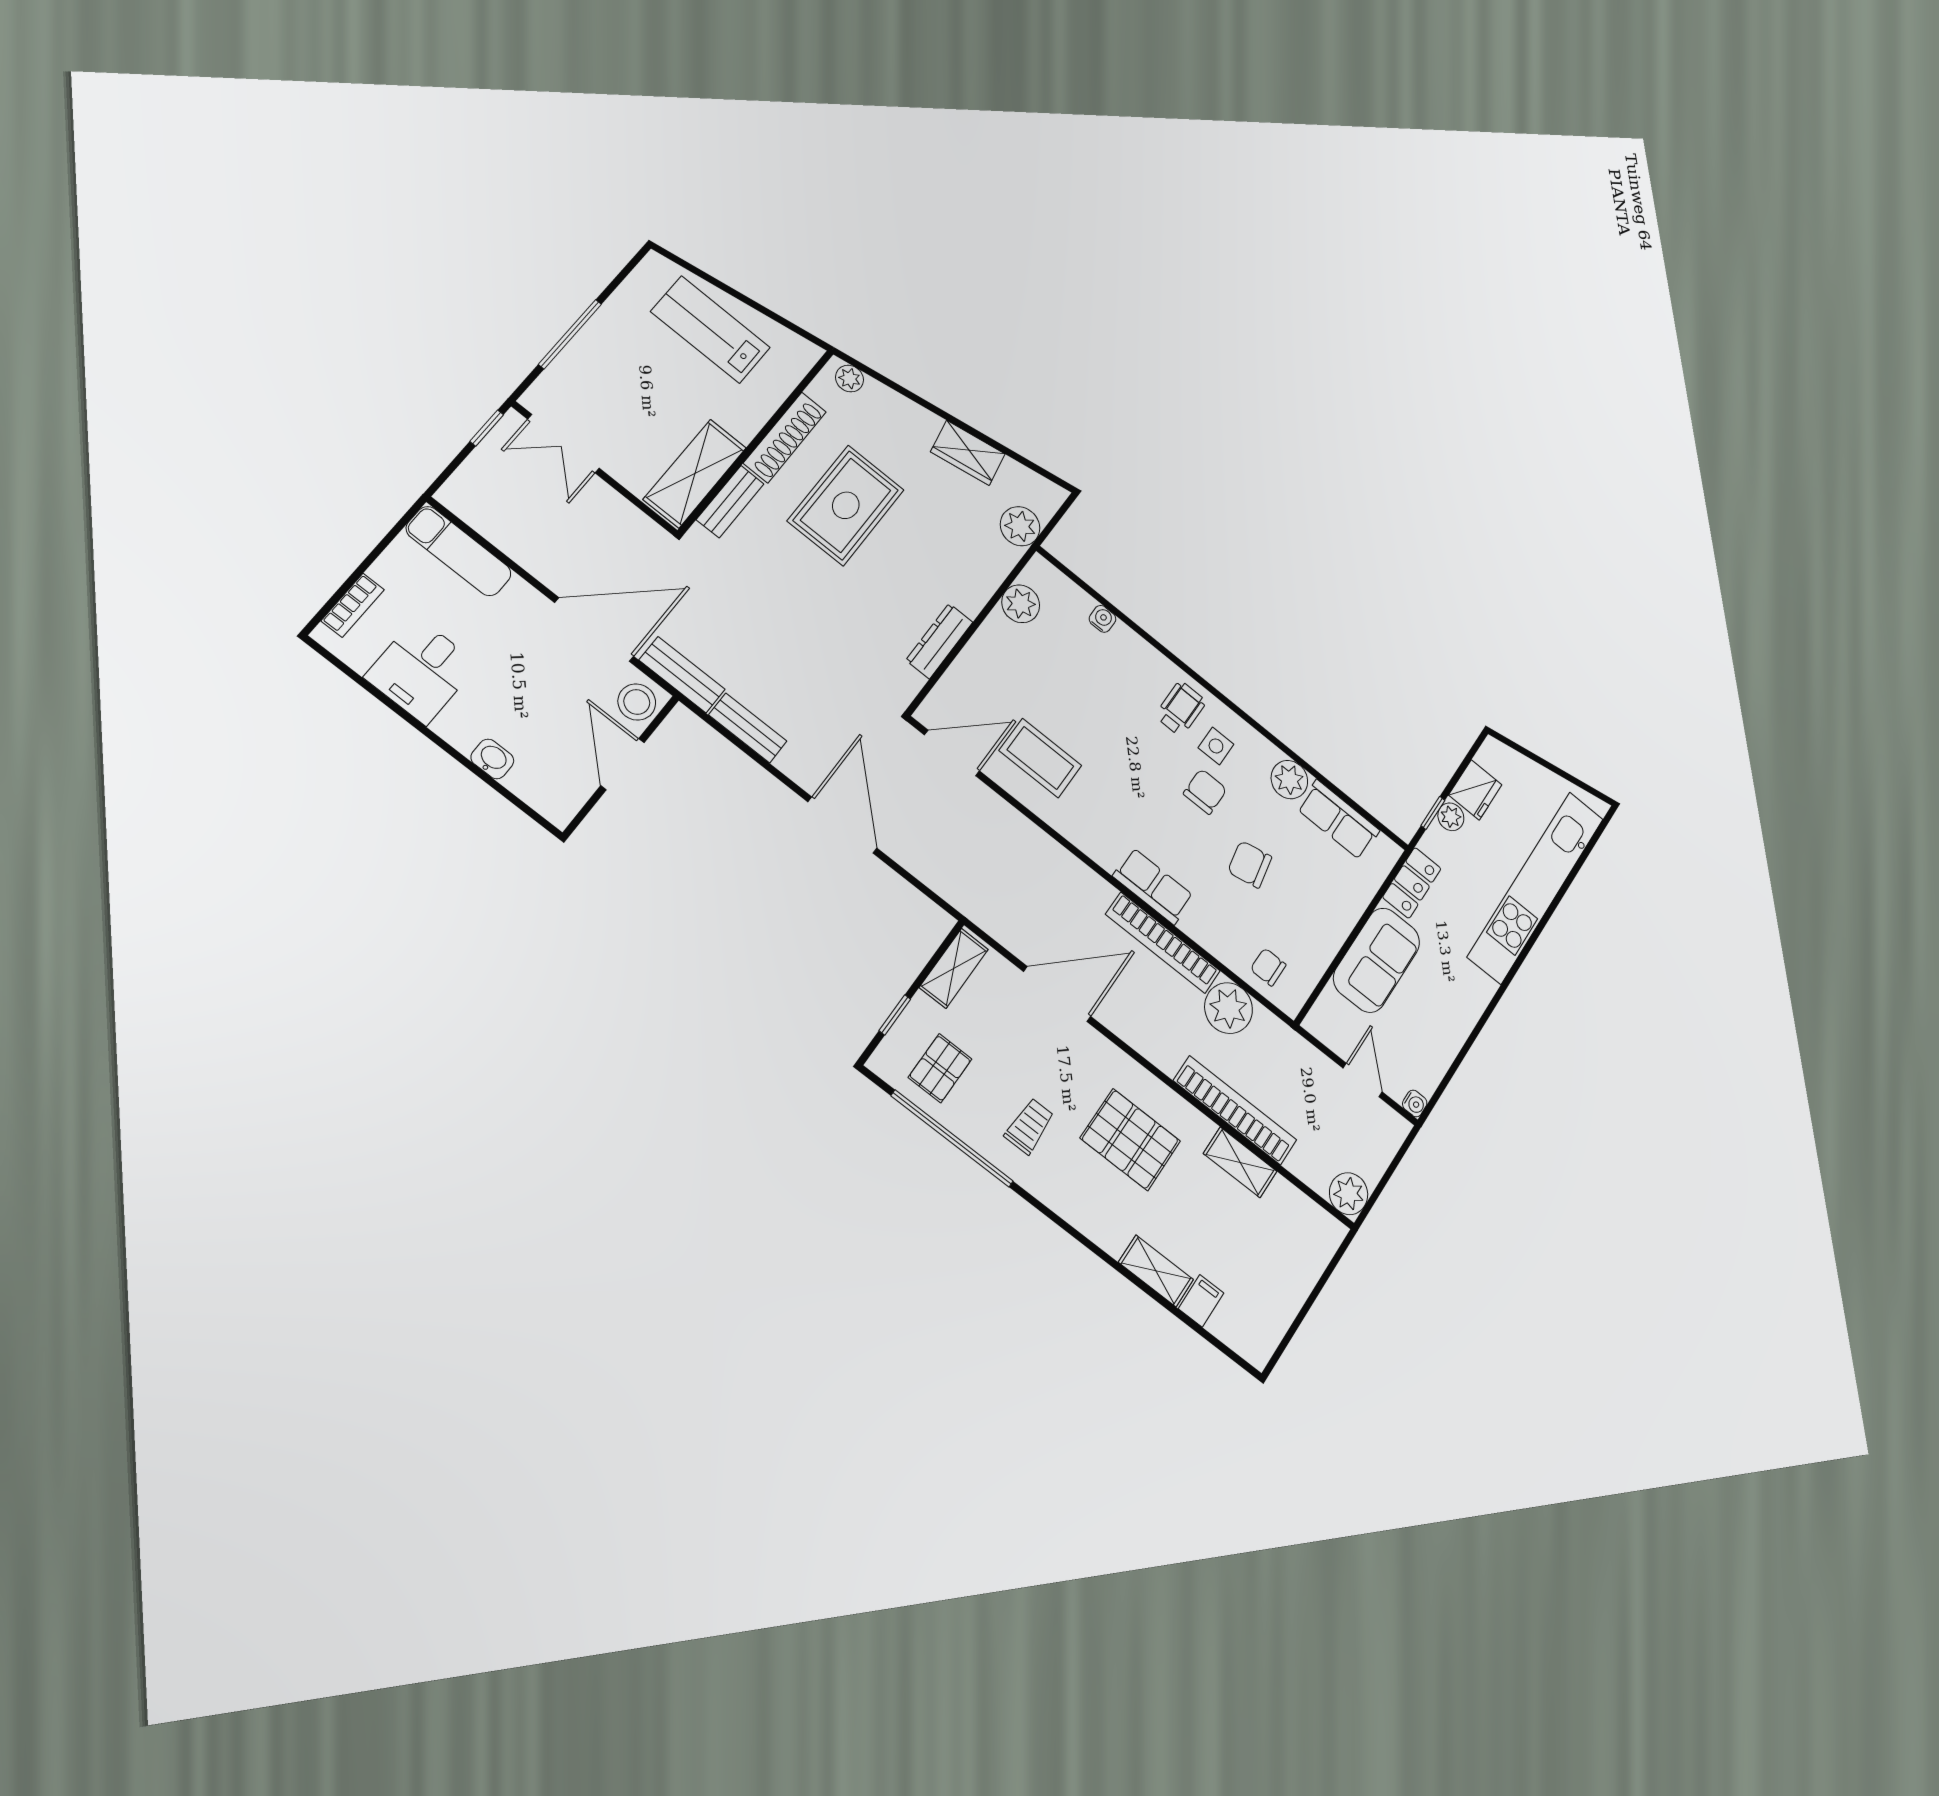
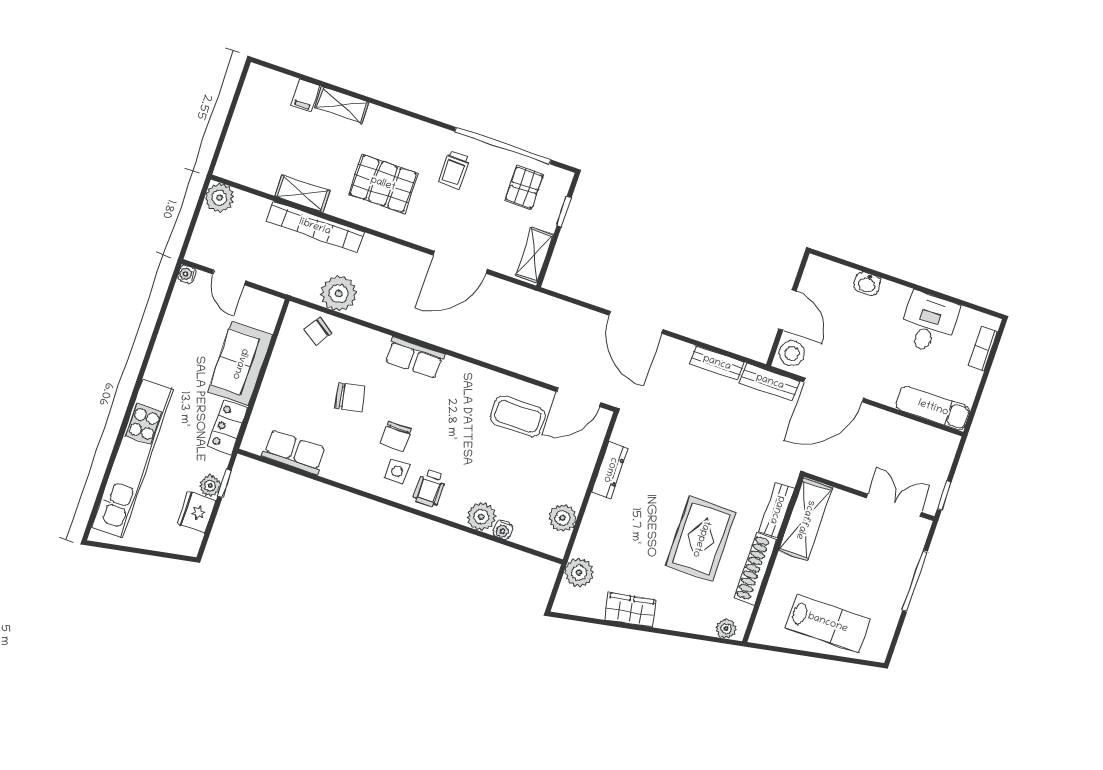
plant: (1289, 780) -> (481, 517), moved
bookcase: (1163, 943) -> (397, 322), removed
chair: (1268, 967) -> (318, 331), turned 123

